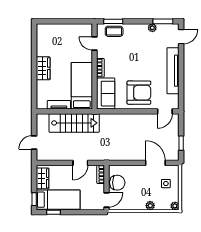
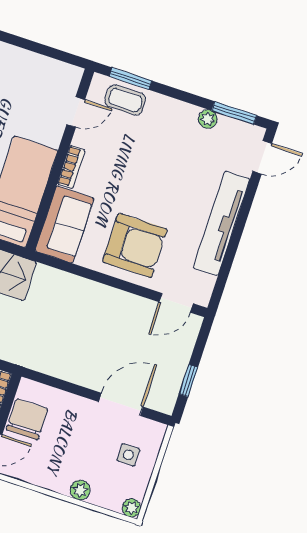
door: (94, 44) -> (76, 112), swing flipped
door: (155, 163) -> (121, 404), hinge flipped
chair: (117, 183) -> (27, 419), turned -90

